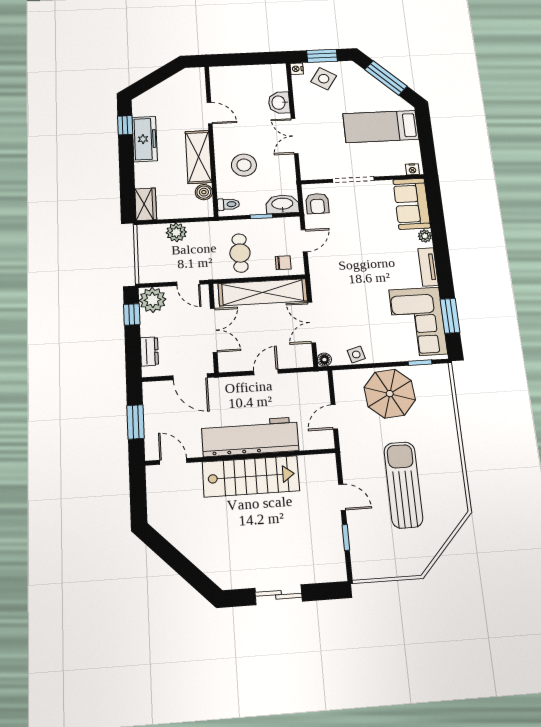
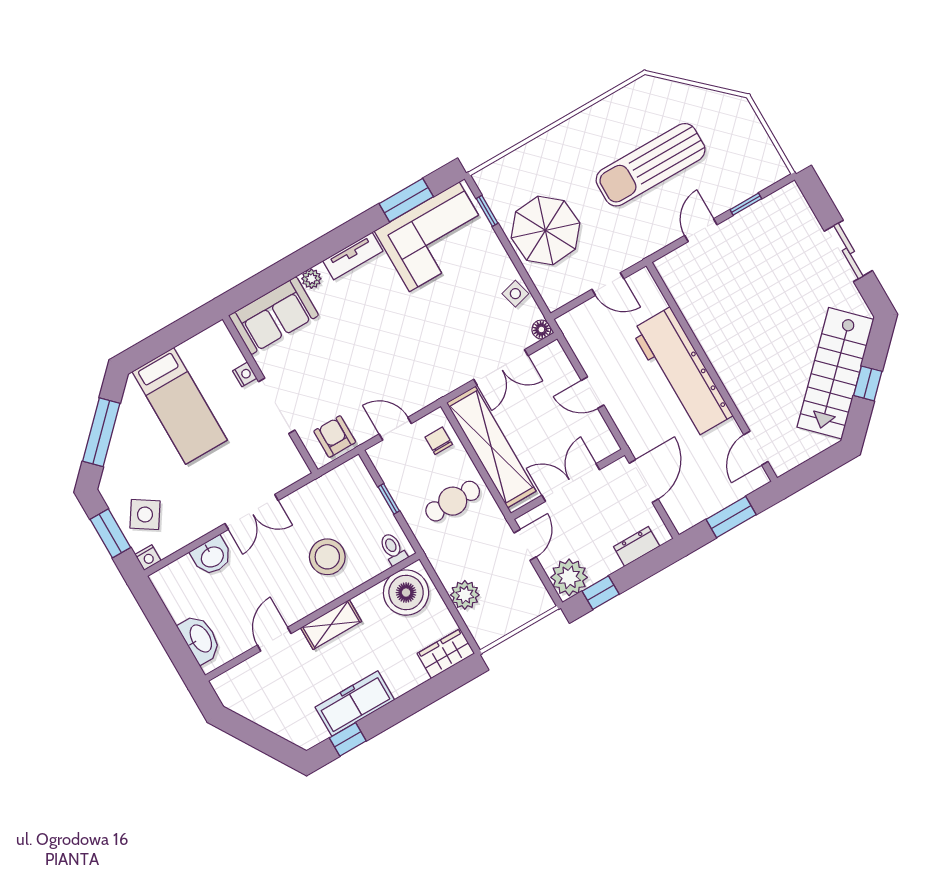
shelving: (198, 157) -> (331, 624), width x0.67, depth x0.75
nightstand: (412, 169) -> (245, 374), moved
boiler: (204, 192) -> (406, 593), width x1.86, depth x1.86
washbasin: (282, 204) -> (200, 639), moved, turned 180
armchair: (317, 204) -> (335, 437), turned -90
stairs: (251, 476) -> (835, 373), moved, turned -135
window: (178, 562) -> (868, 383), added

